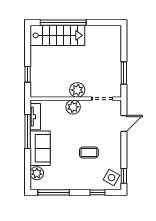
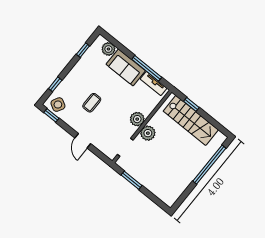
stairs: (57, 35) -> (191, 120), moved, turned -90
door: (124, 123) -> (83, 141), moved
window: (54, 192) -> (83, 50), width x0.46

